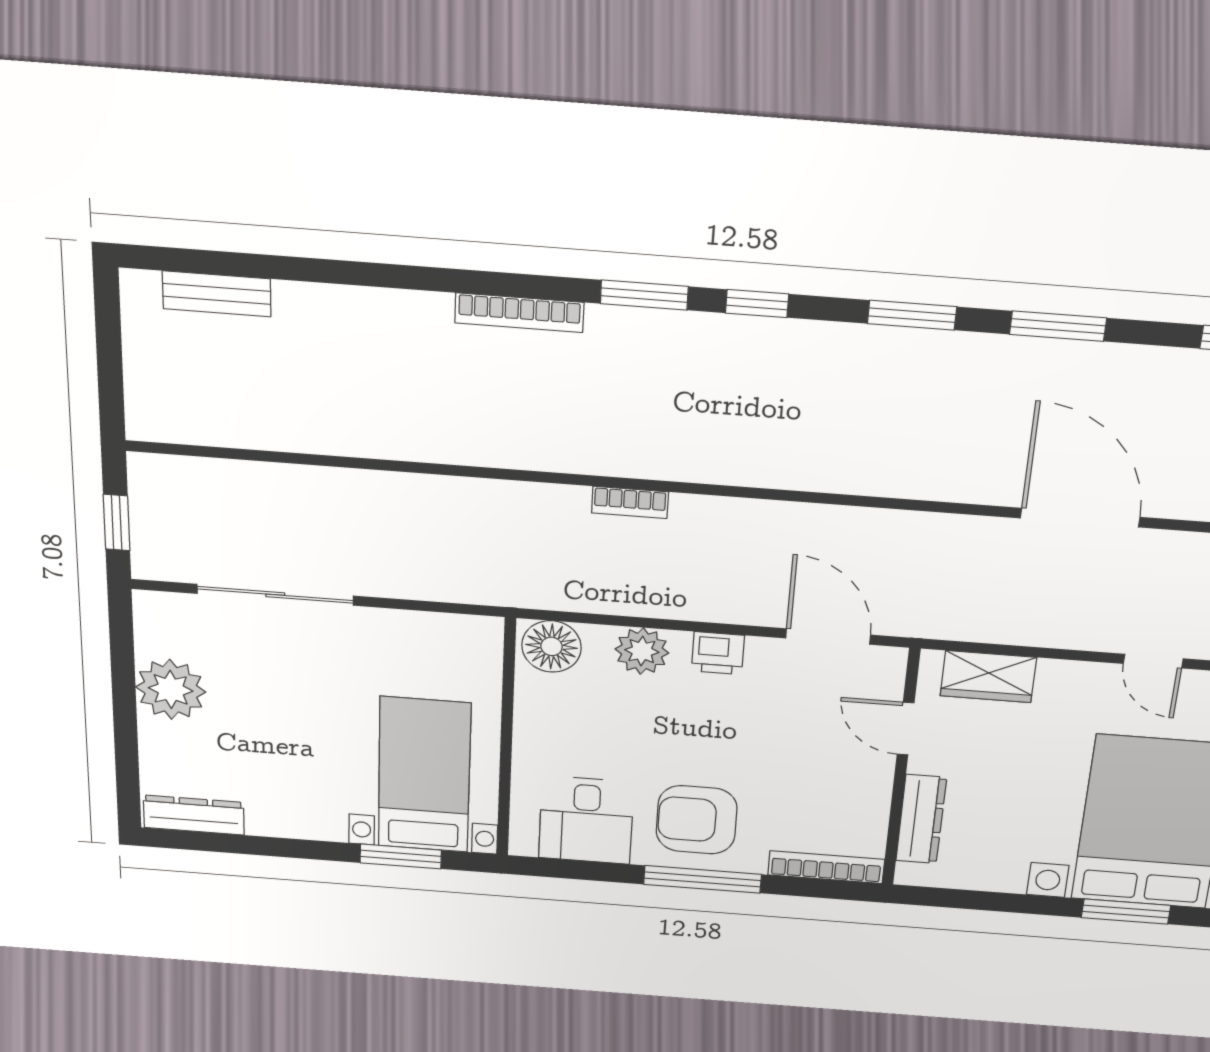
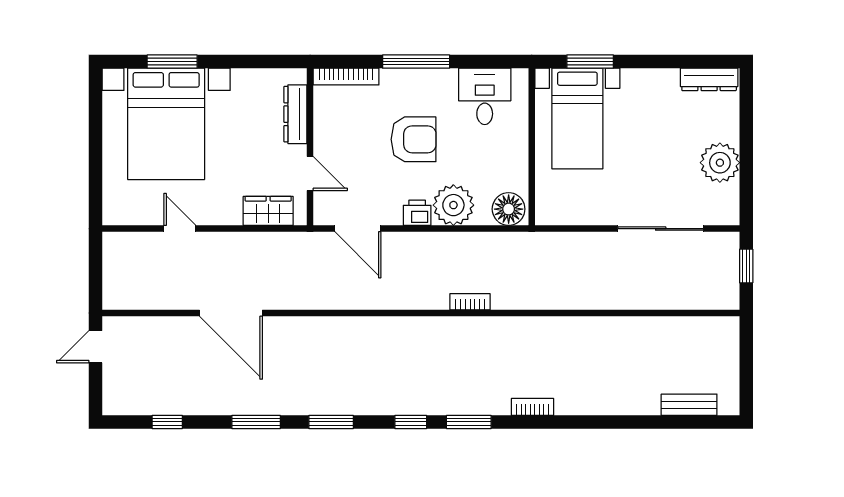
bookcase: (519, 313) -> (533, 407), width x0.64
plant: (642, 651) -> (453, 205), width x1.36, depth x1.36
armchair: (697, 820) -> (414, 139), moved

